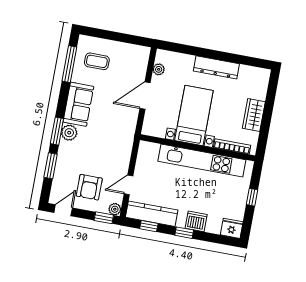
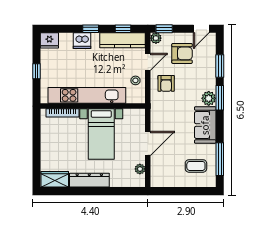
wardrobe: (254, 115) -> (55, 179), moved, turned -90
armchair: (113, 158) -> (166, 83), added
stool: (146, 167) -> (135, 80), added
armchair: (89, 187) -> (182, 53), turned 90

